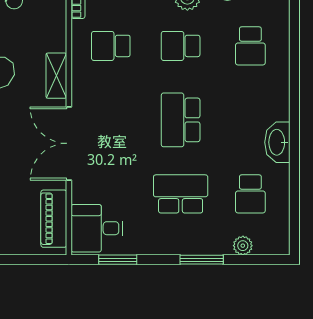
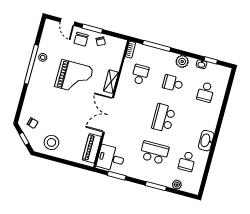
school desk: (111, 46) -> (140, 75), turned 90

